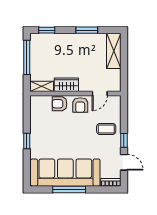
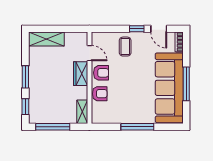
window: (87, 30) -> (25, 77), moved
wardrobe: (66, 85) -> (81, 74), moved
armchair: (60, 104) -> (100, 94), turned -90
window: (27, 141) -> (137, 127), width x2.17
door: (124, 162) -> (159, 29), swing flipped

